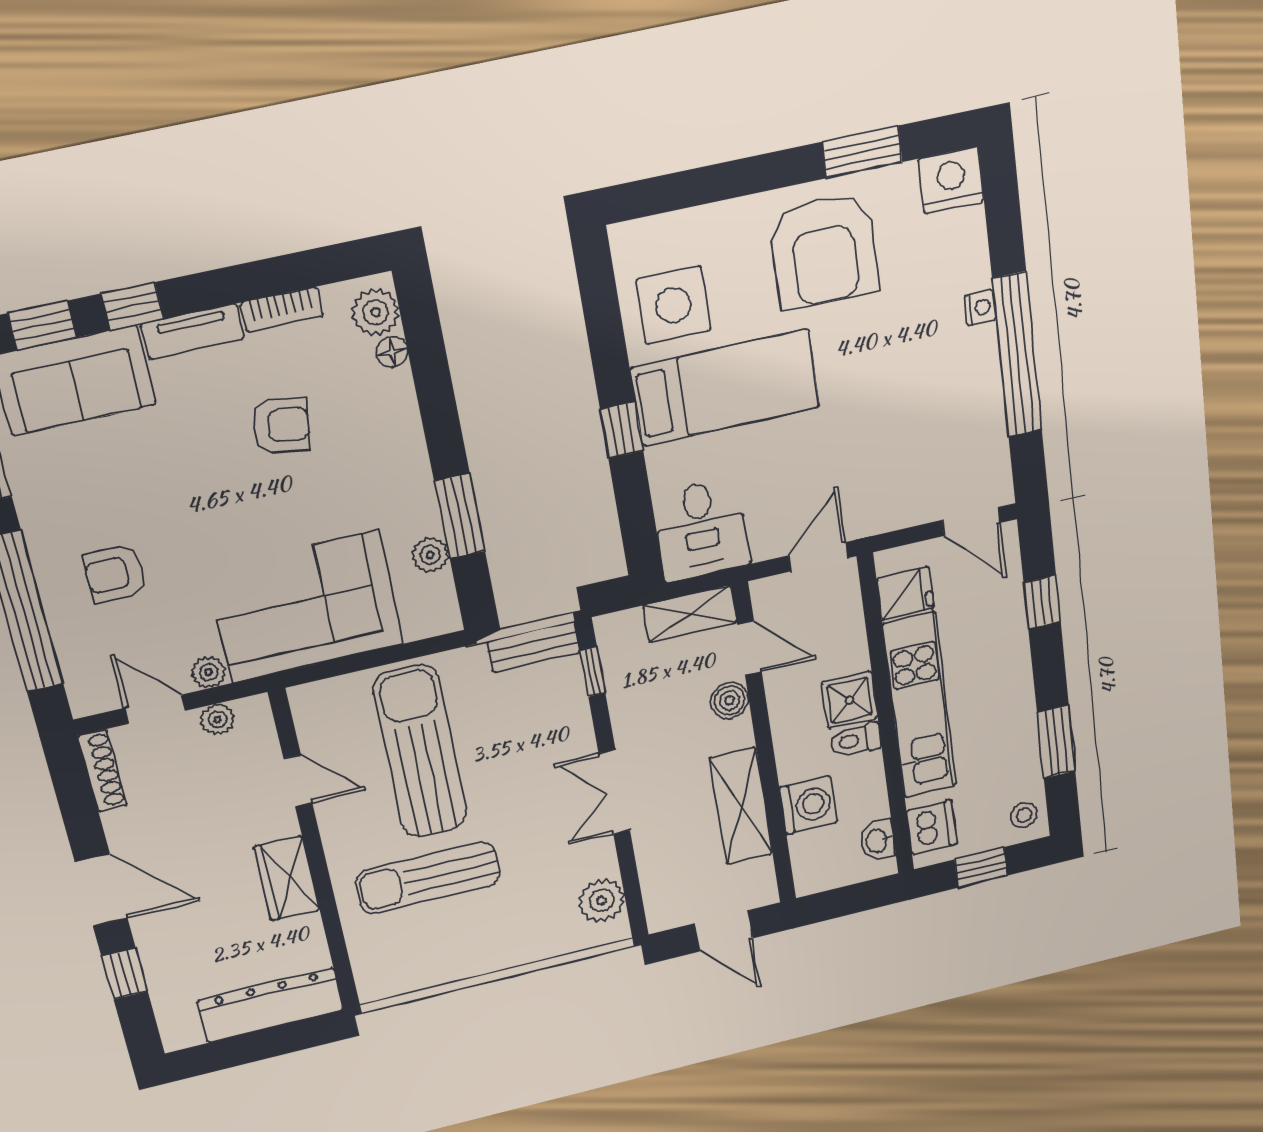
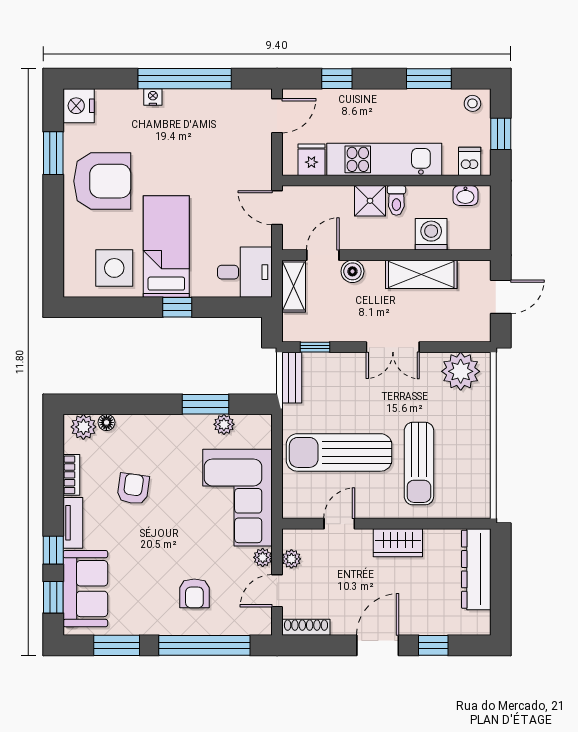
dishwasher: (932, 827) -> (470, 161), width x0.73
plant: (602, 900) -> (461, 371), width x1.36, depth x1.36

